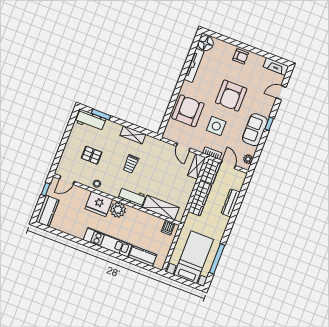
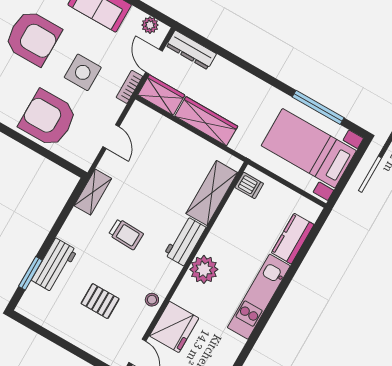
workbench: (91, 120) -> (54, 265), moved
shelving: (133, 135) -> (93, 192), moved
door: (183, 147) -> (111, 137), hinge flipped
pallet: (92, 155) -> (100, 301), turned 90
door: (228, 164) -> (154, 62), hinge flipped
shelving: (197, 166) -> (149, 118), removed
dresser: (231, 203) -> (191, 50), moved
fridge: (99, 204) -> (174, 327), moved

